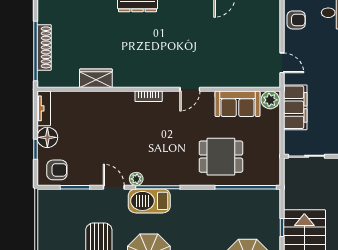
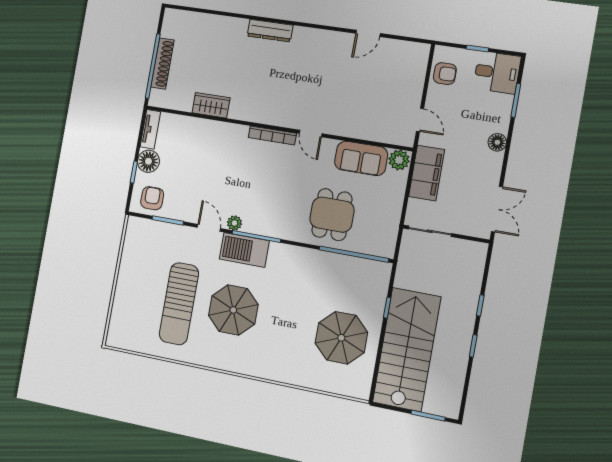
door: (190, 89) -> (311, 133), hinge flipped
bookcase: (149, 96) -> (272, 135), width x1.56
dining table: (221, 157) -> (332, 215), turned 90
armchair: (57, 170) -> (152, 198), turned -90

